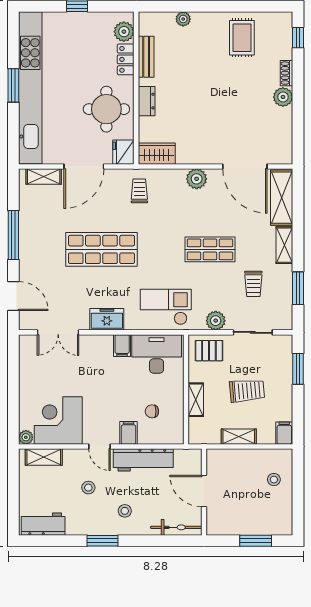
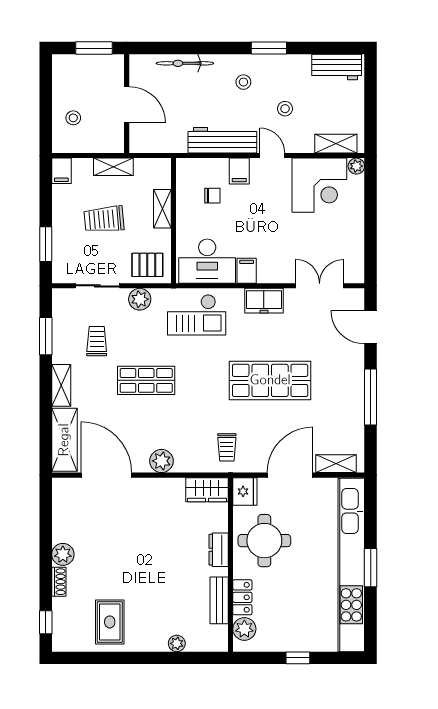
door: (204, 491) -> (127, 105), moved
wall: (204, 492) -> (127, 104), moved

